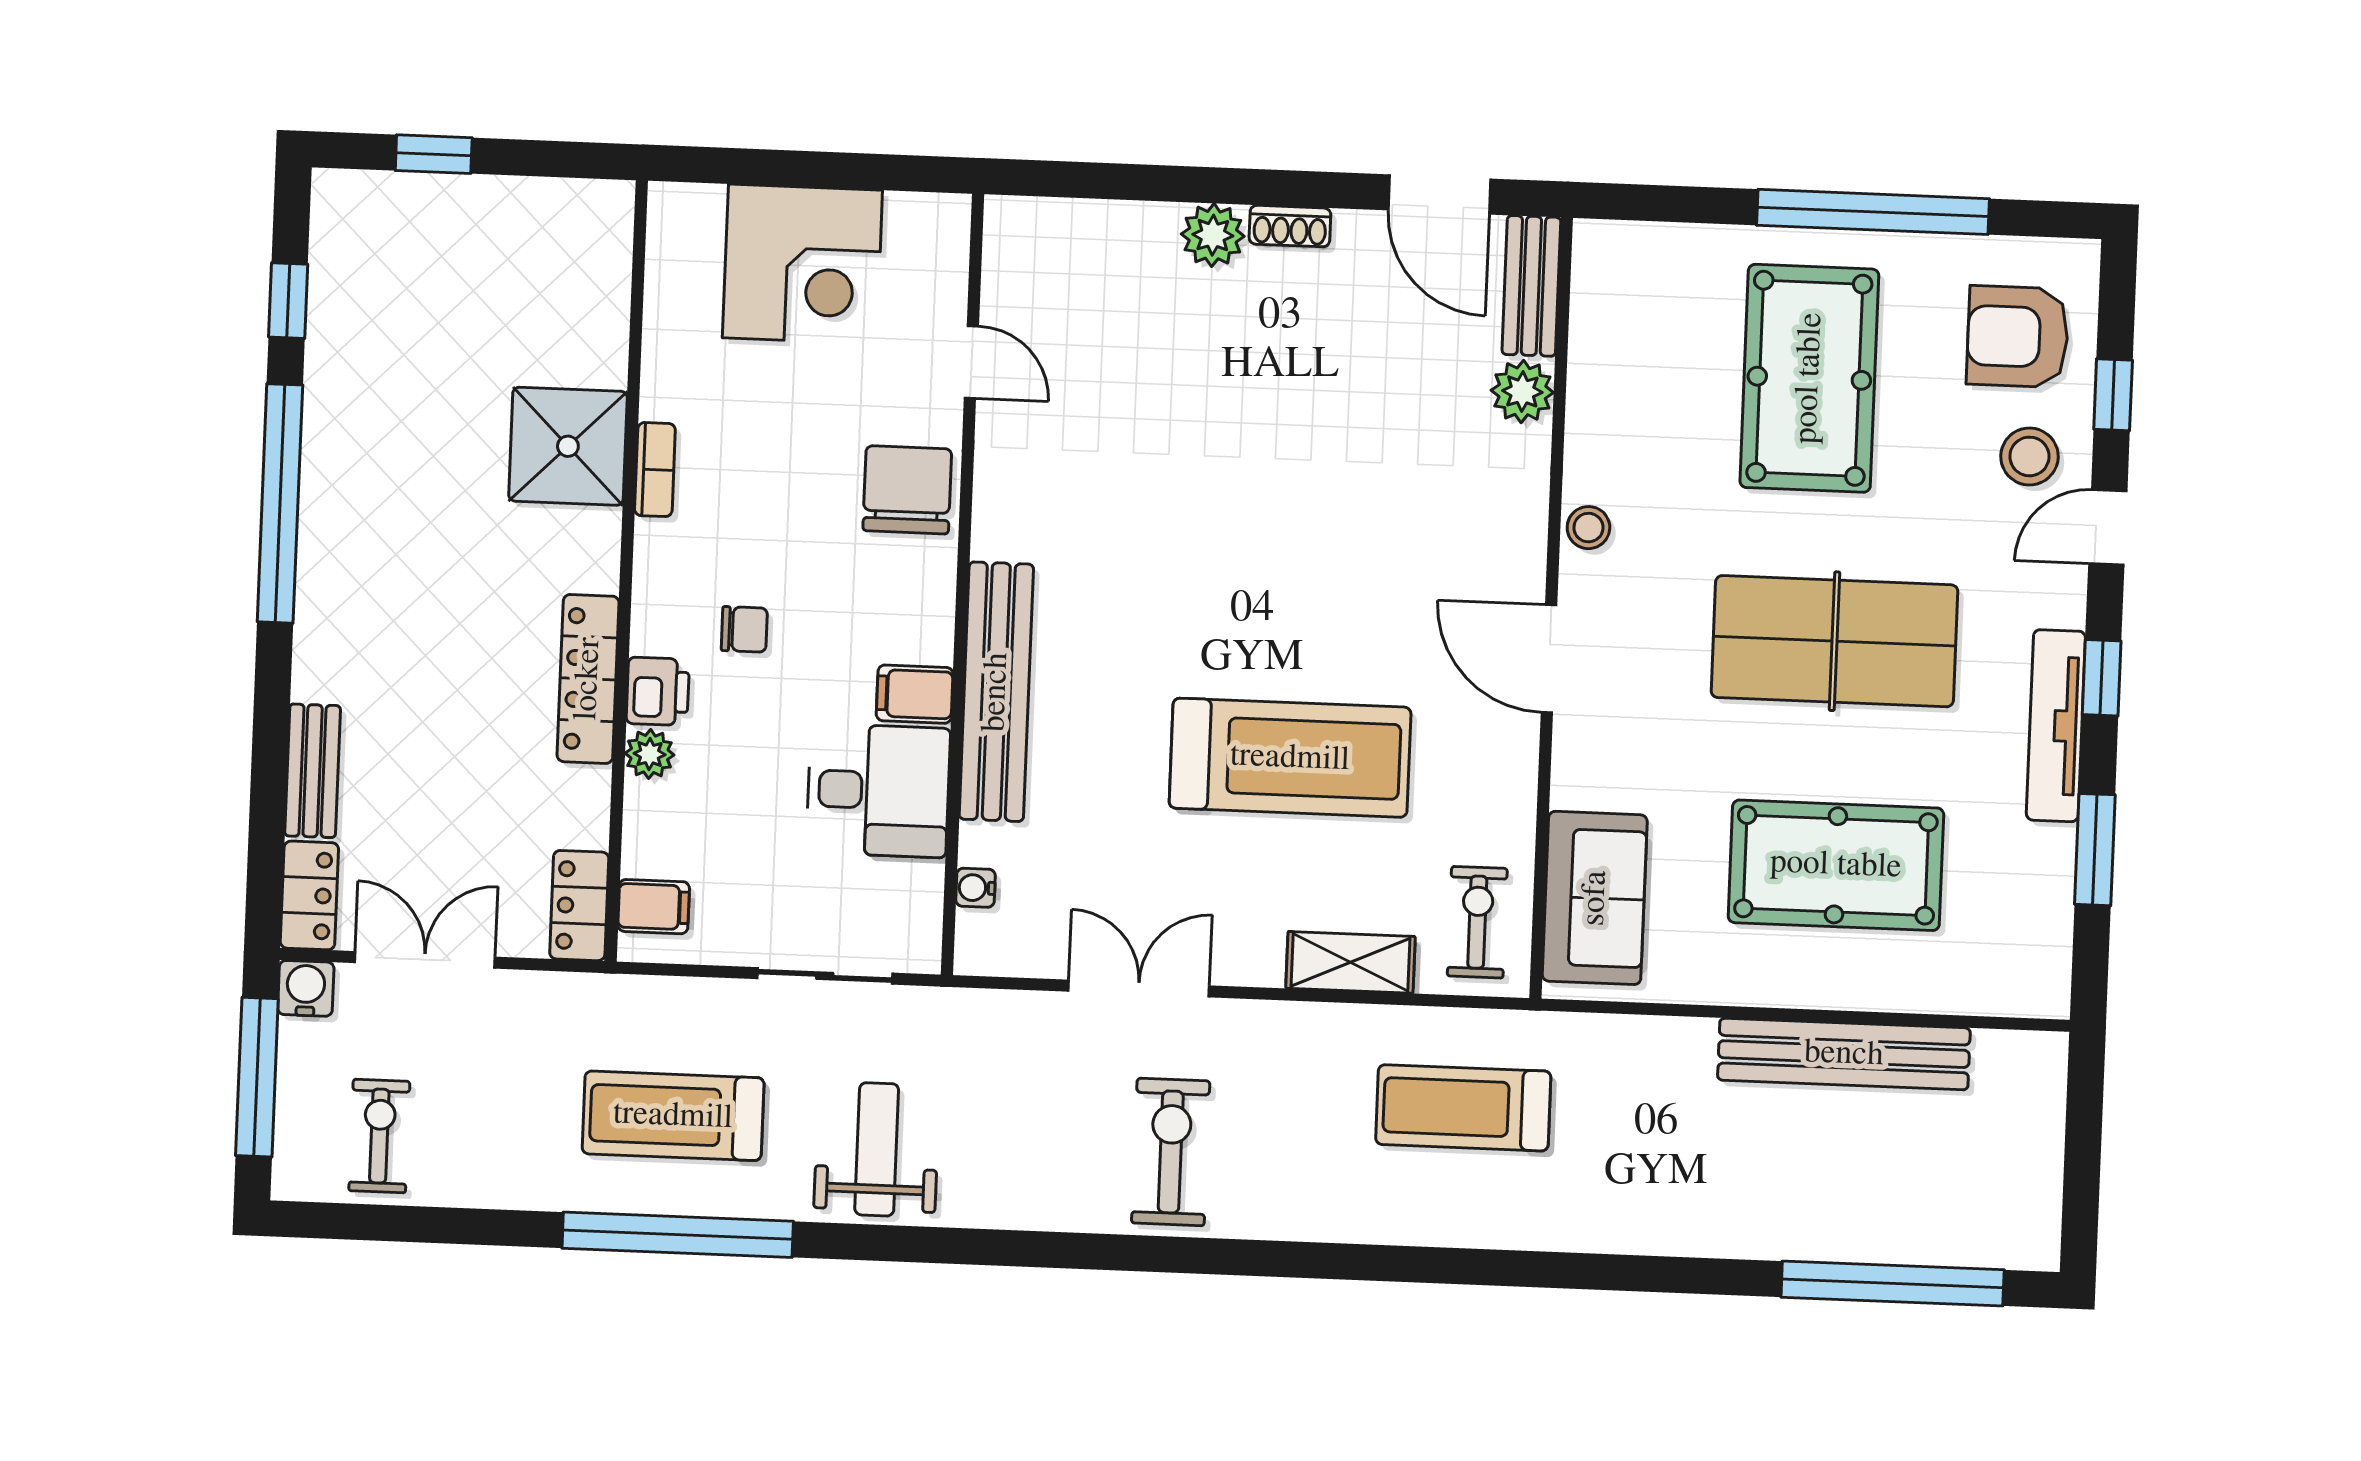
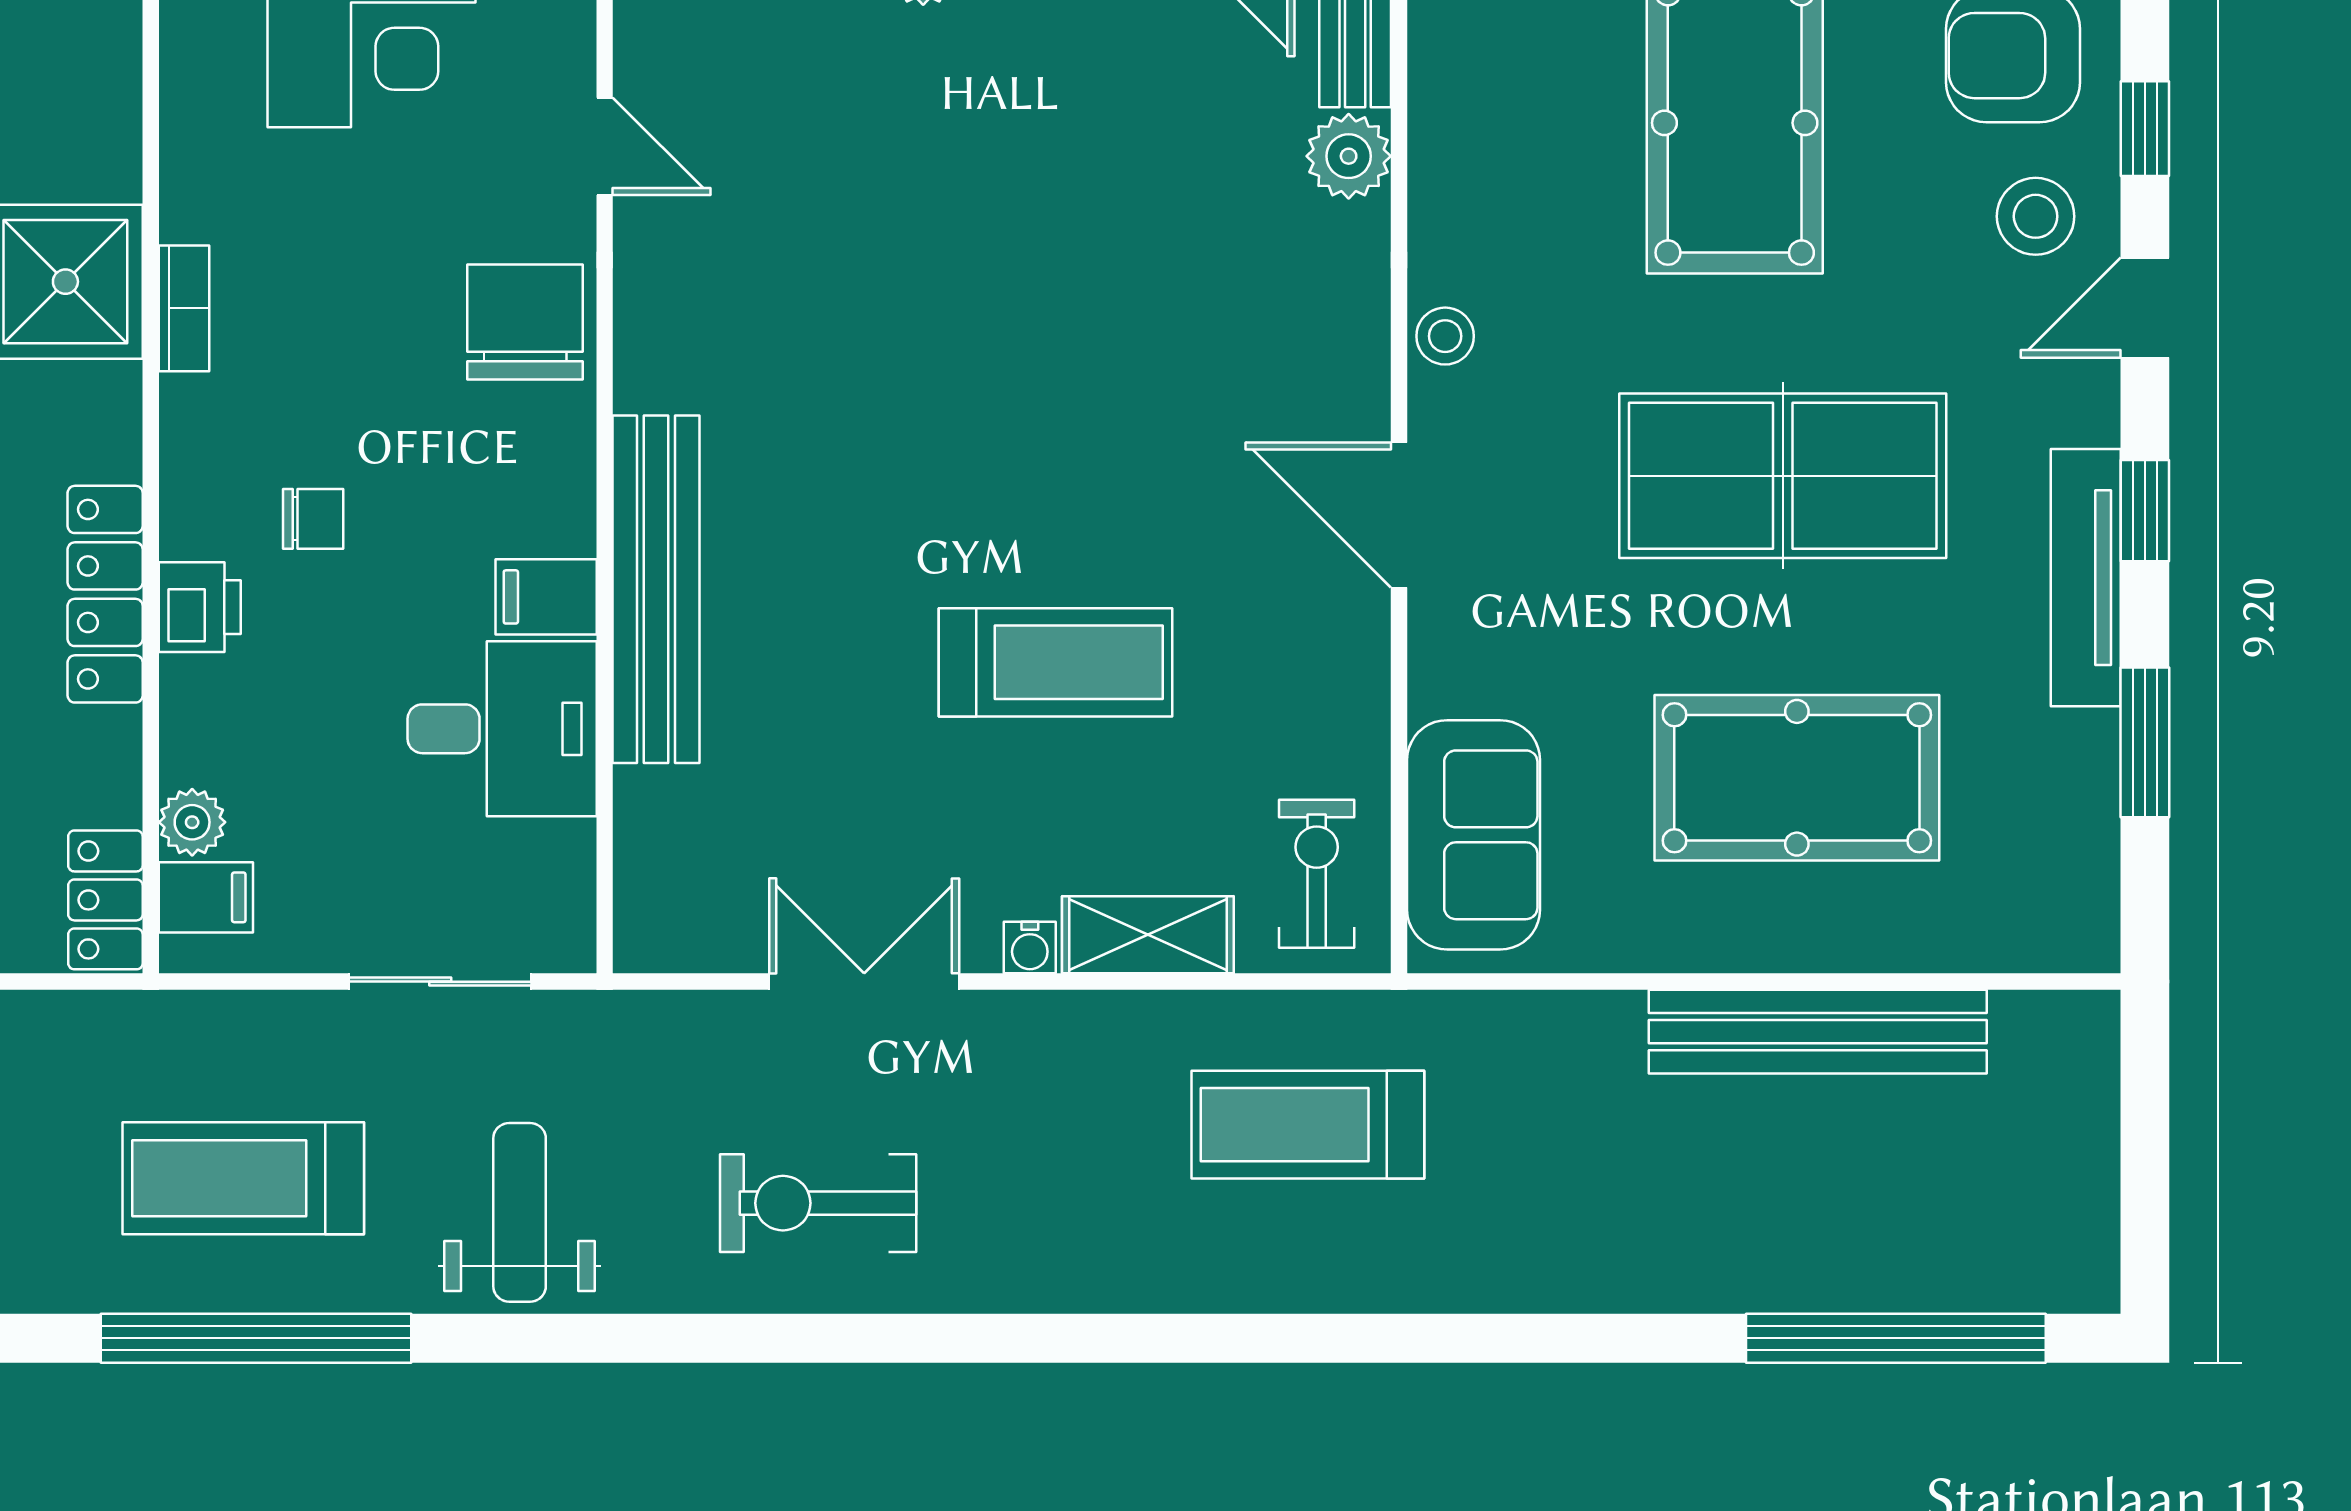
plant: (650, 754) -> (192, 822), moved
treadmill: (1290, 758) -> (1055, 662), width x0.73, depth x0.73
water cooler: (976, 888) -> (1030, 948), moved, turned -90
exercise bike: (1171, 1152) -> (818, 1203), moved, turned -90

